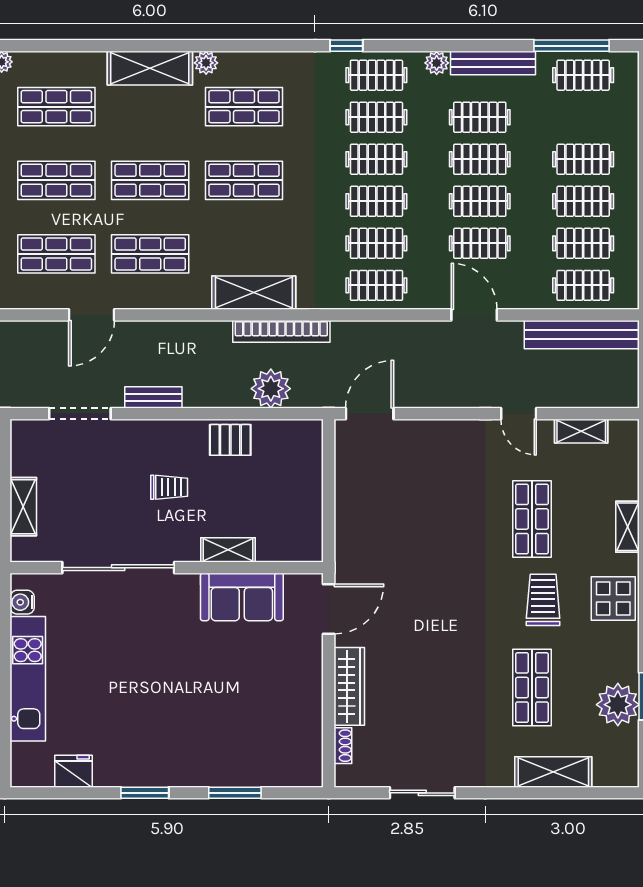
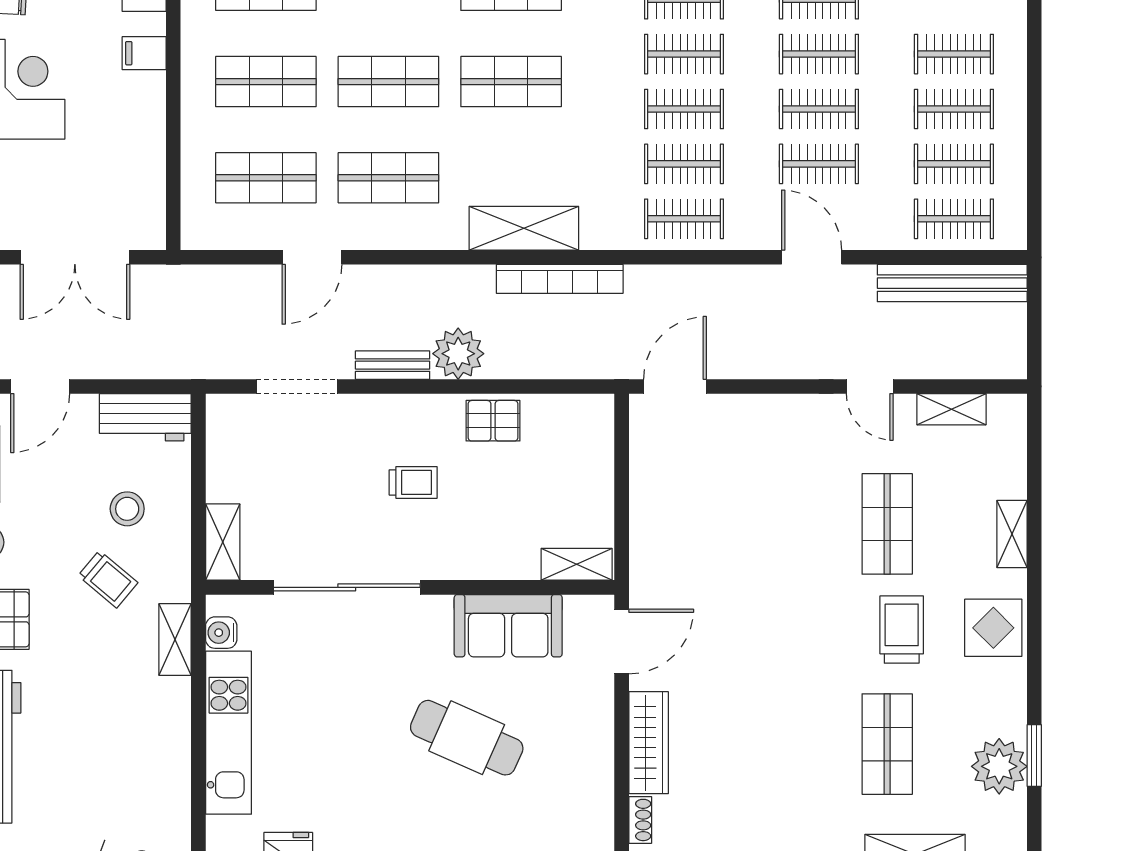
plant: (271, 389) -> (458, 354), moved
shelving: (23, 507) -> (223, 542), moved
shelving: (228, 550) -> (577, 564), moved
cafe table: (210, 683) -> (467, 738), added

